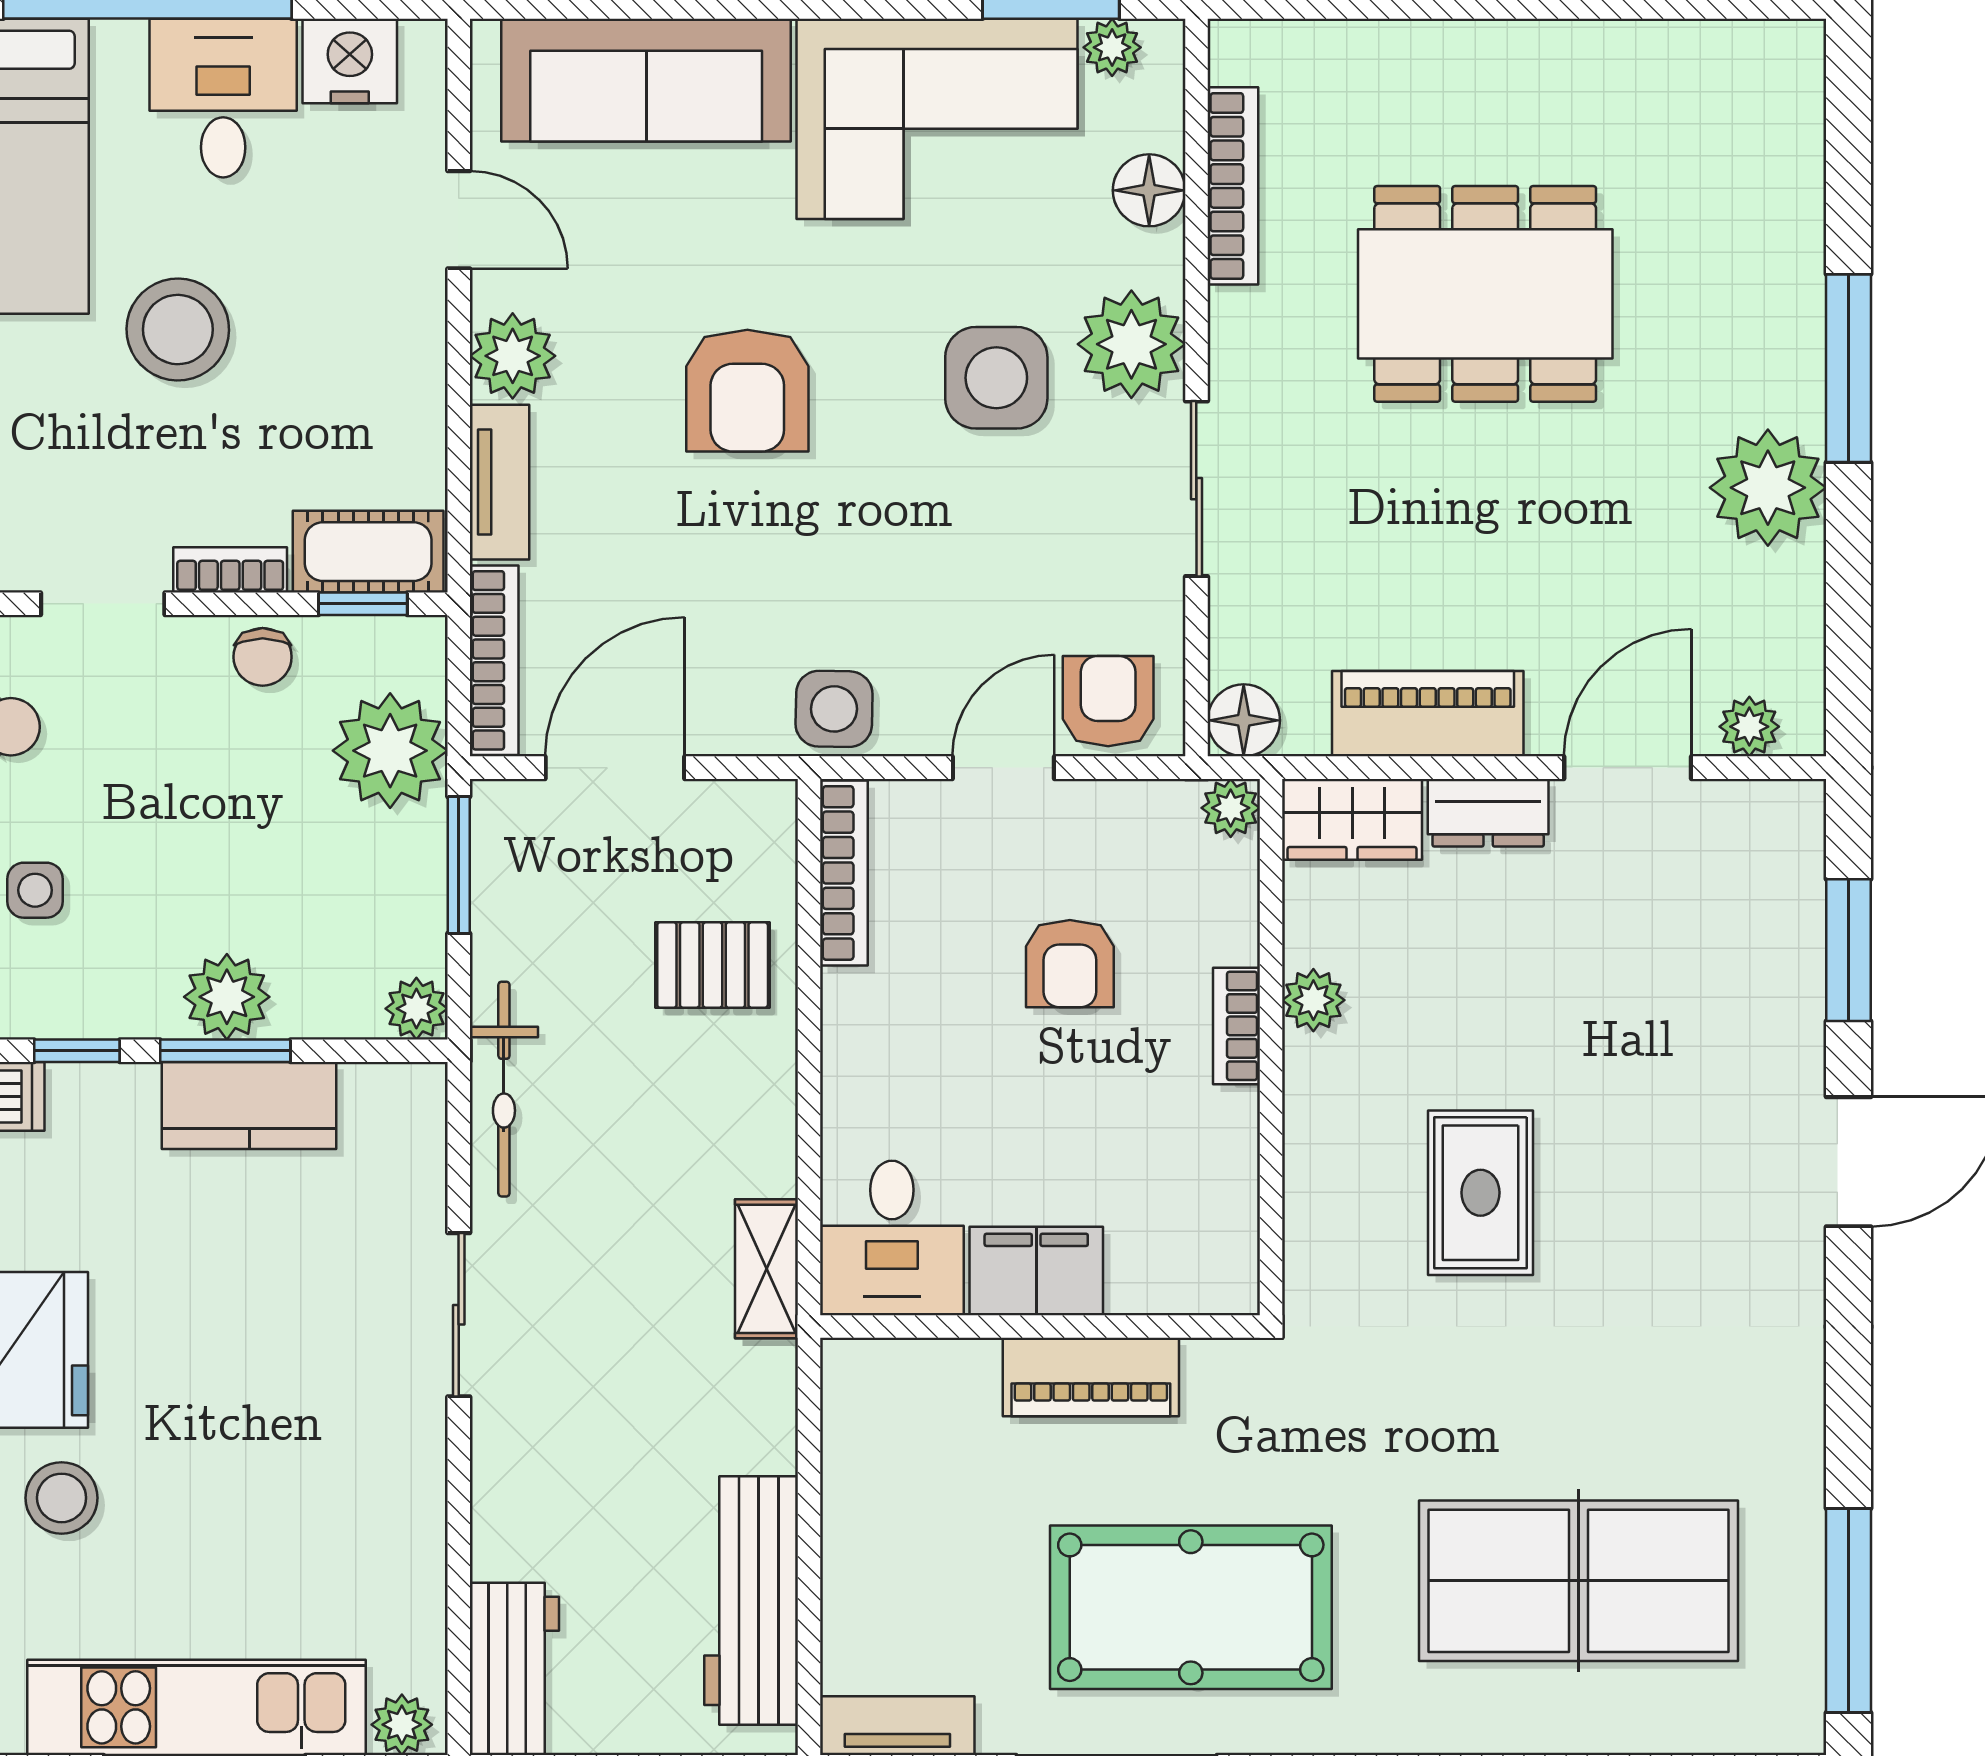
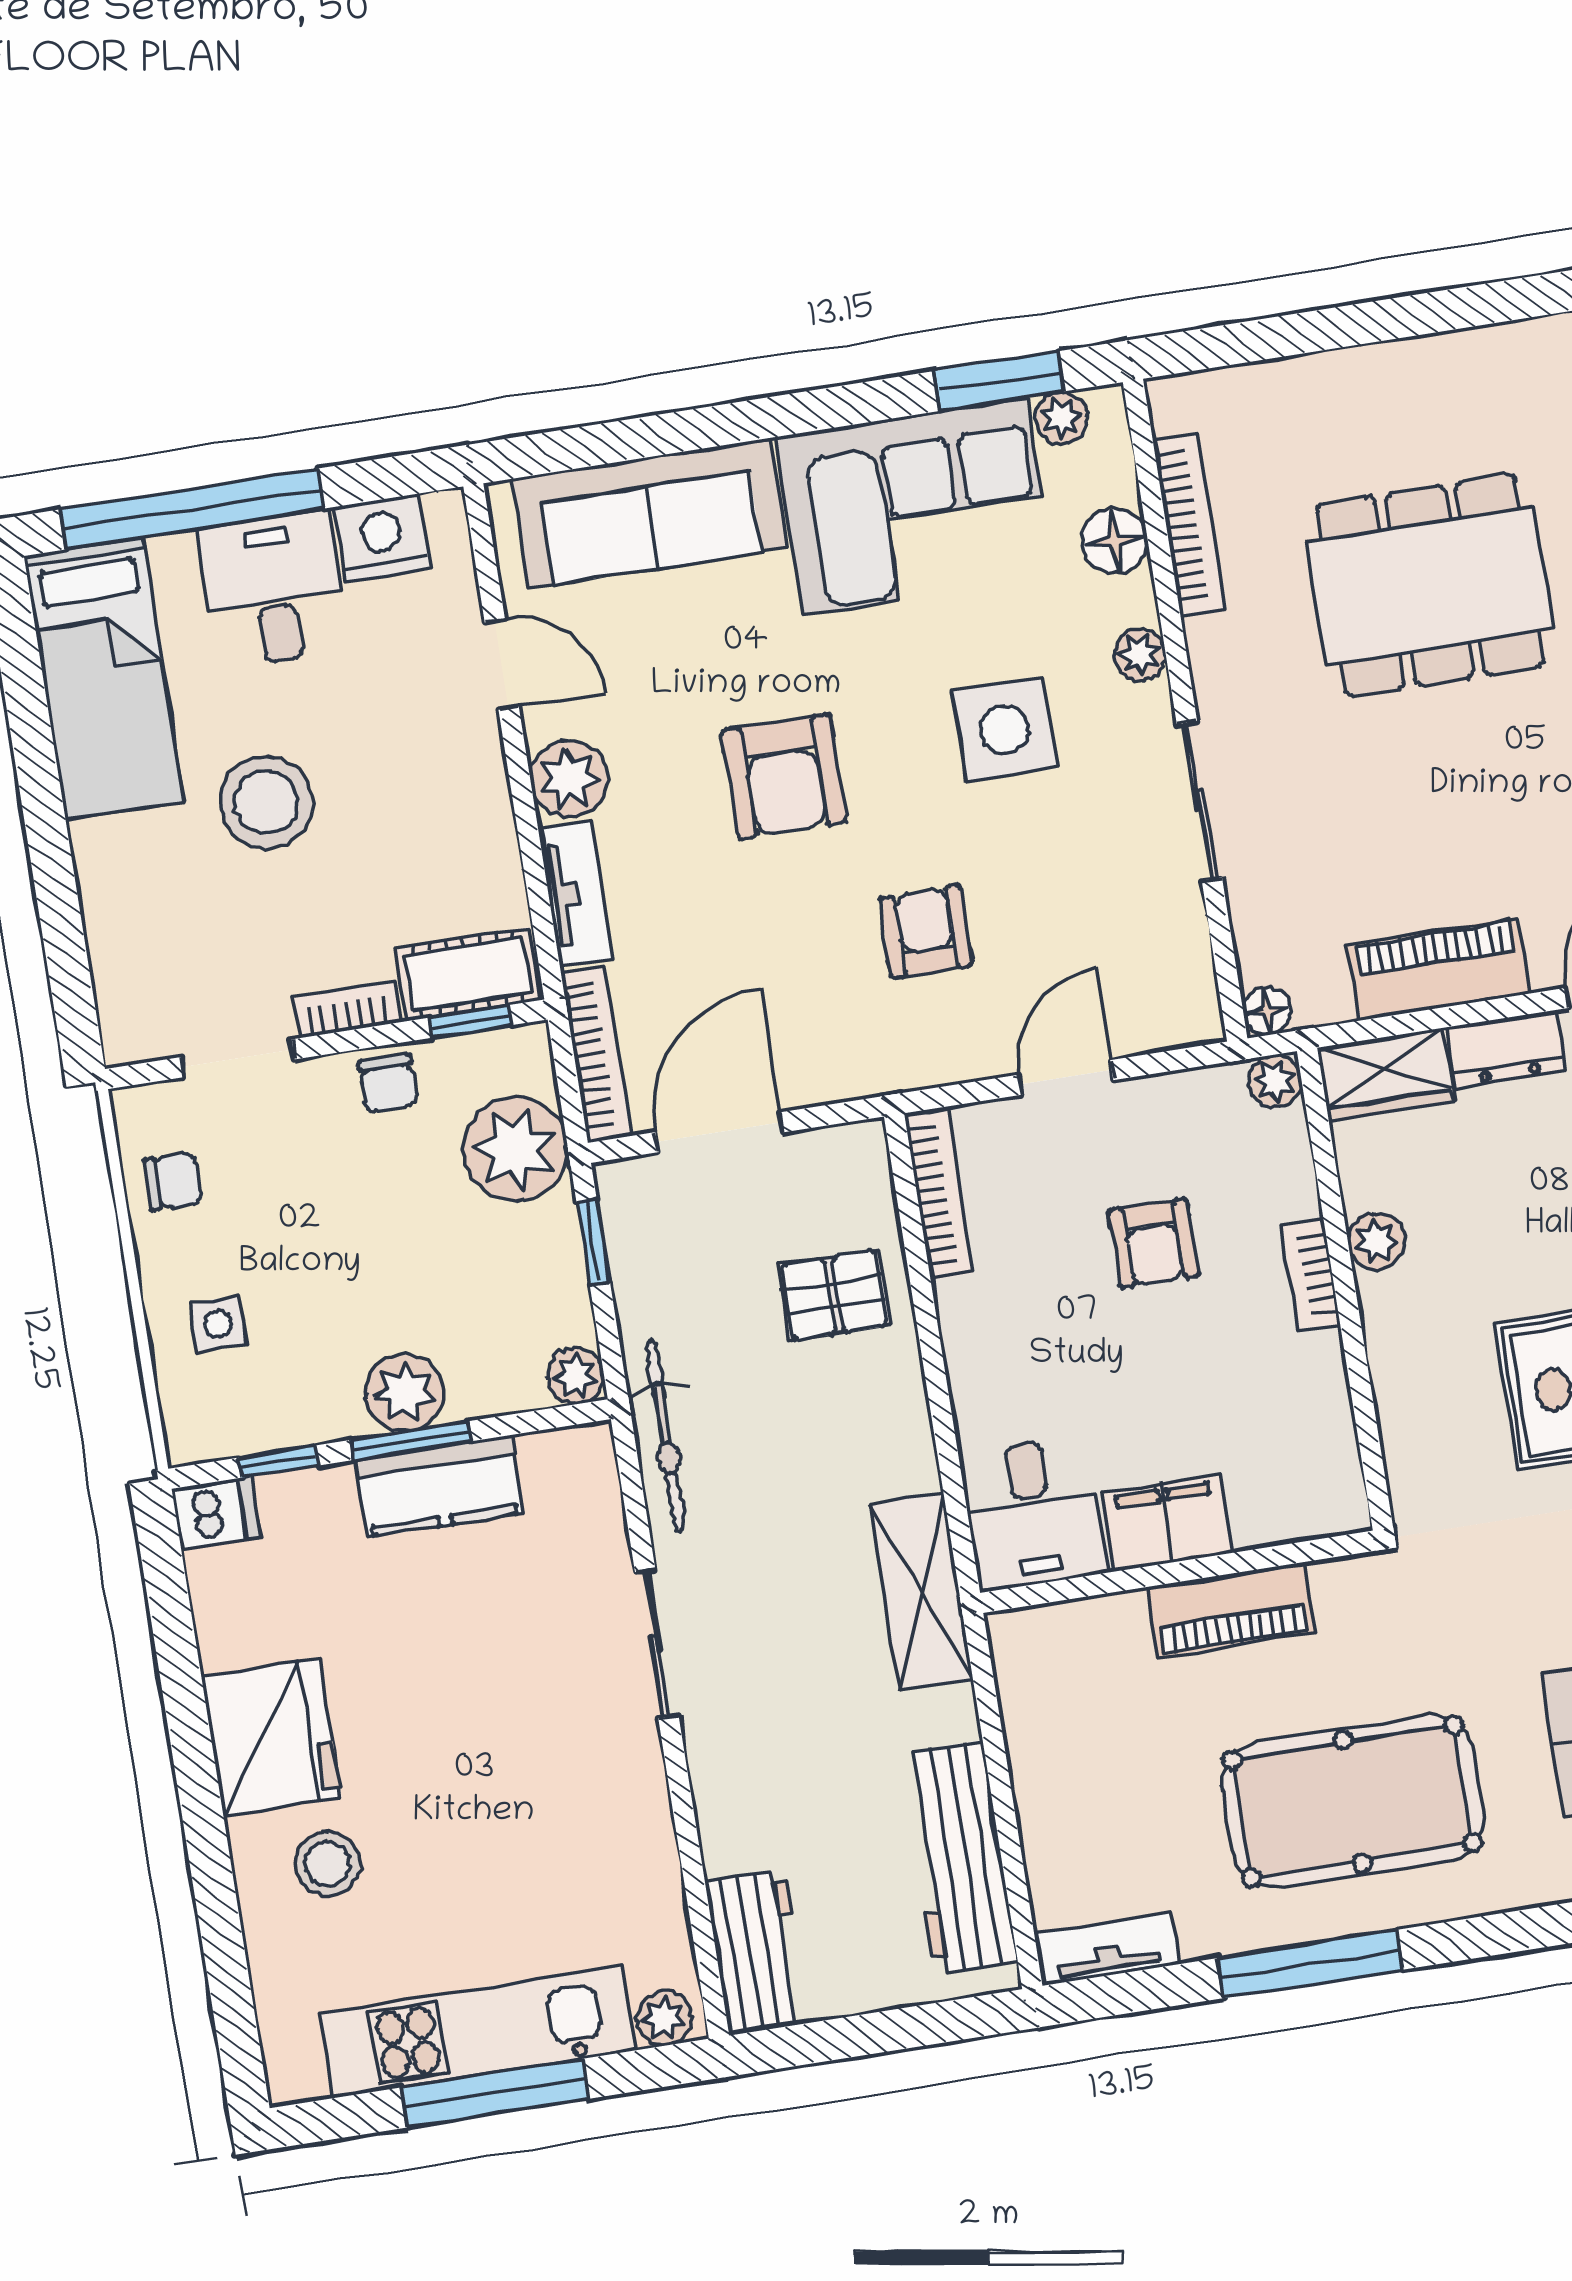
plant: (1131, 344) -> (1140, 655), width x0.53, depth x0.53
armchair: (1108, 701) -> (926, 932), moved
side table: (834, 709) -> (907, 1049), removed
floor lamp: (1244, 720) -> (1267, 1011), width x0.73, depth x0.73
window: (459, 865) -> (593, 1242), width x0.67
shelving: (766, 1269) -> (921, 1591), width x1.50, depth x1.33

